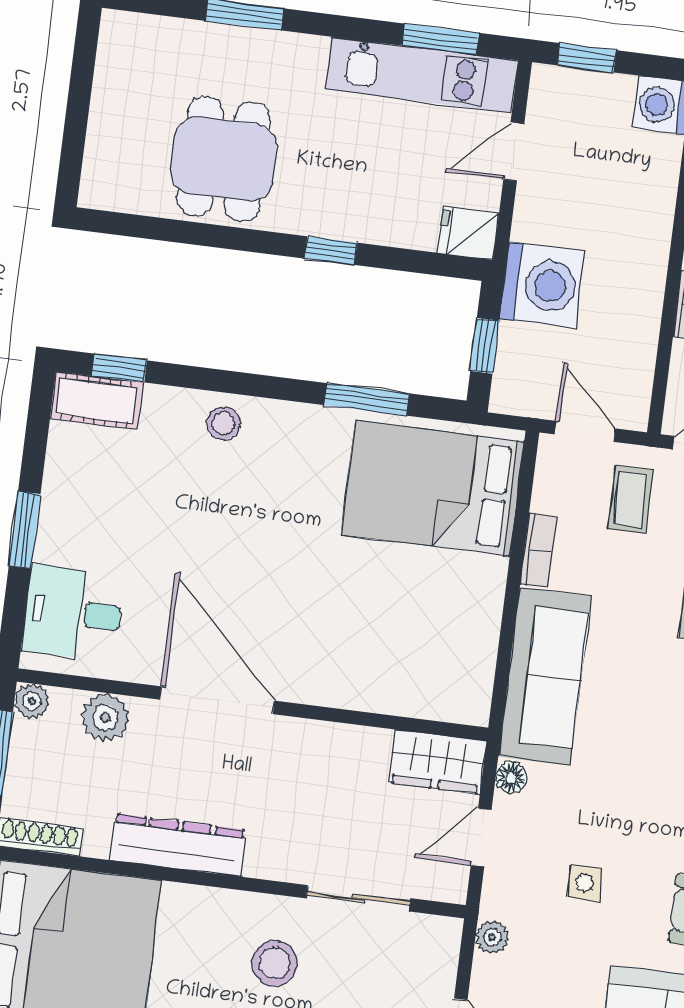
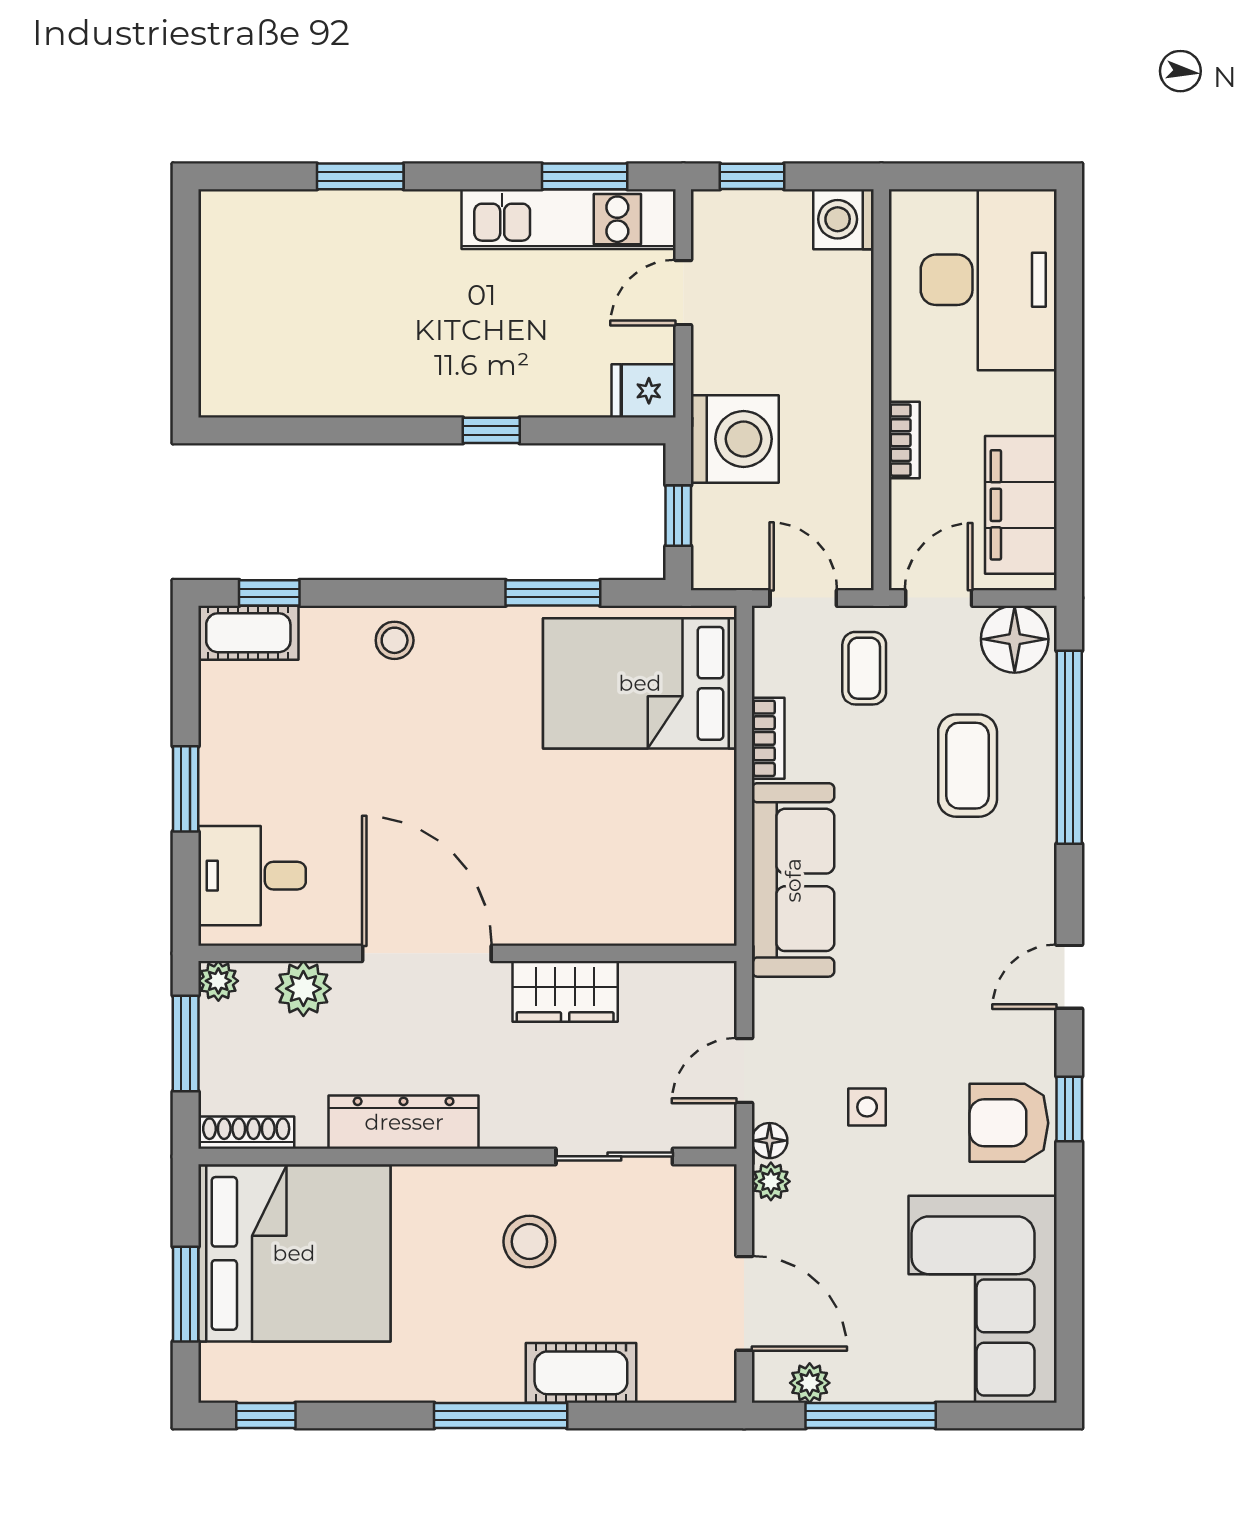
dining table: (224, 159) -> (357, 342), removed
wardrobe: (437, 762) -> (565, 991), moved
floor lamp: (511, 777) -> (770, 1141), moved

